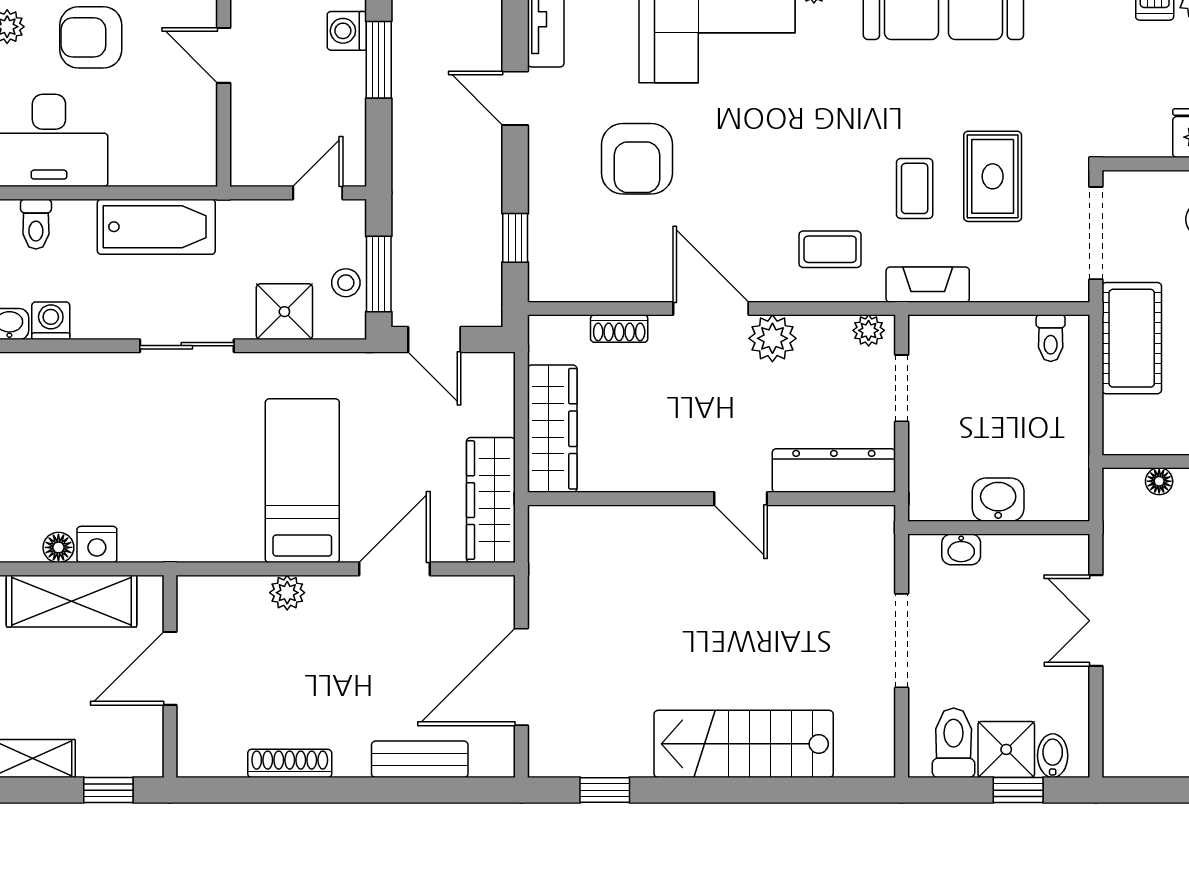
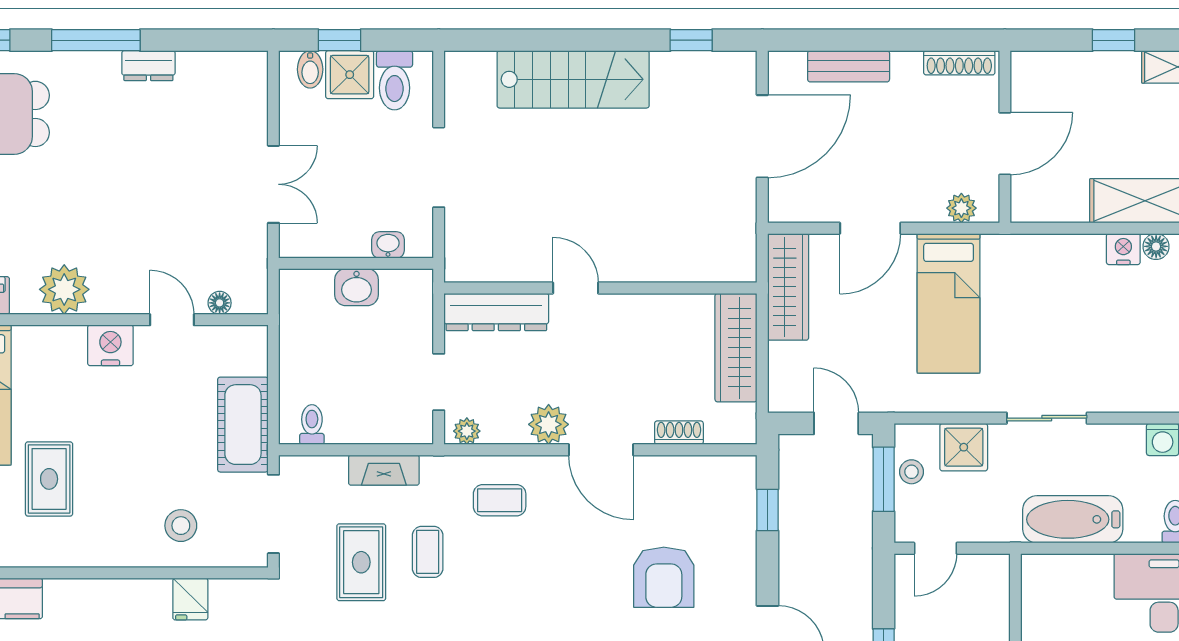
armchair: (637, 159) -> (664, 577), turned 180
fireplace: (928, 285) -> (384, 470), moved
door: (170, 668) -> (1005, 144), moved
wall: (170, 676) -> (1005, 137), moved

